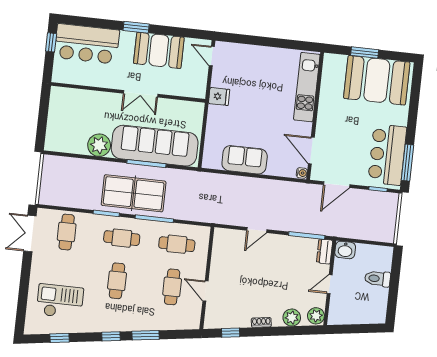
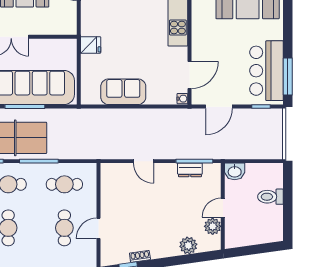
fridge: (219, 96) -> (91, 45), moved
door: (311, 151) -> (189, 75), swing flipped
door: (257, 230) -> (143, 161), hinge flipped
dresser: (325, 251) -> (190, 170), moved, turned -90
door: (205, 291) -> (98, 228), hinge flipped
plant: (316, 316) -> (213, 226), moved
shoe rack: (261, 322) -> (140, 256), moved

